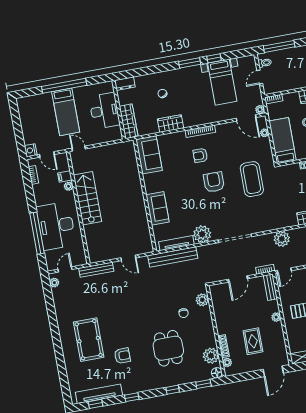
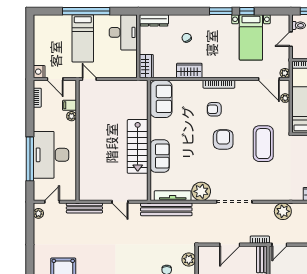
dresser: (125, 84) -> (154, 20), width x1.44
desk: (104, 111) -> (123, 32), moved
wardrobe: (129, 121) -> (146, 66), width x0.67
stairs: (87, 198) -> (138, 146), moved, turned 180

